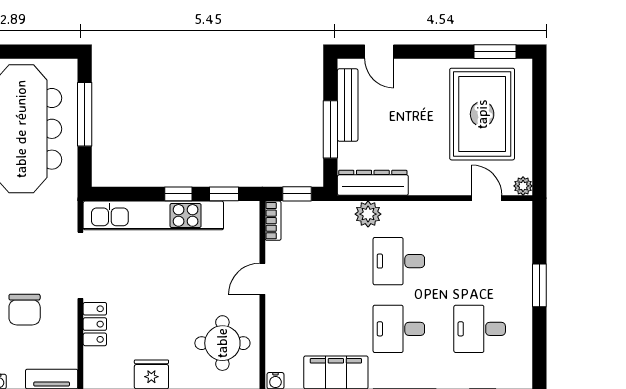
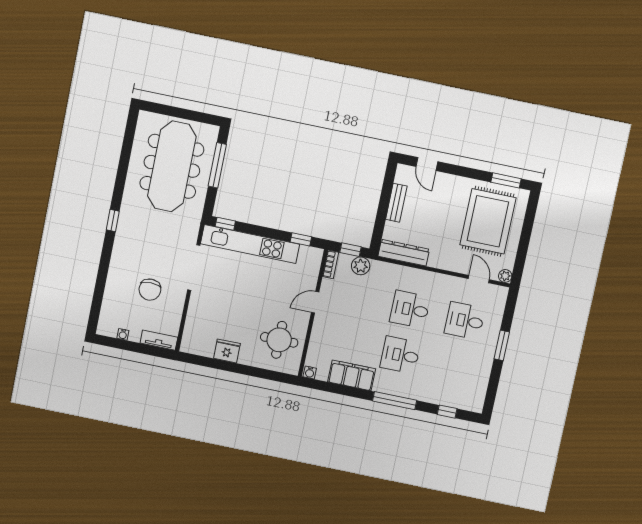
bench: (348, 105) -> (396, 203), width x0.73
window: (330, 129) -> (382, 210), removed
window: (178, 194) -> (225, 224), moved
plant: (368, 214) -> (361, 266), moved
locker: (95, 324) -> (196, 309), removed
desk: (480, 329) -> (465, 321), moved

